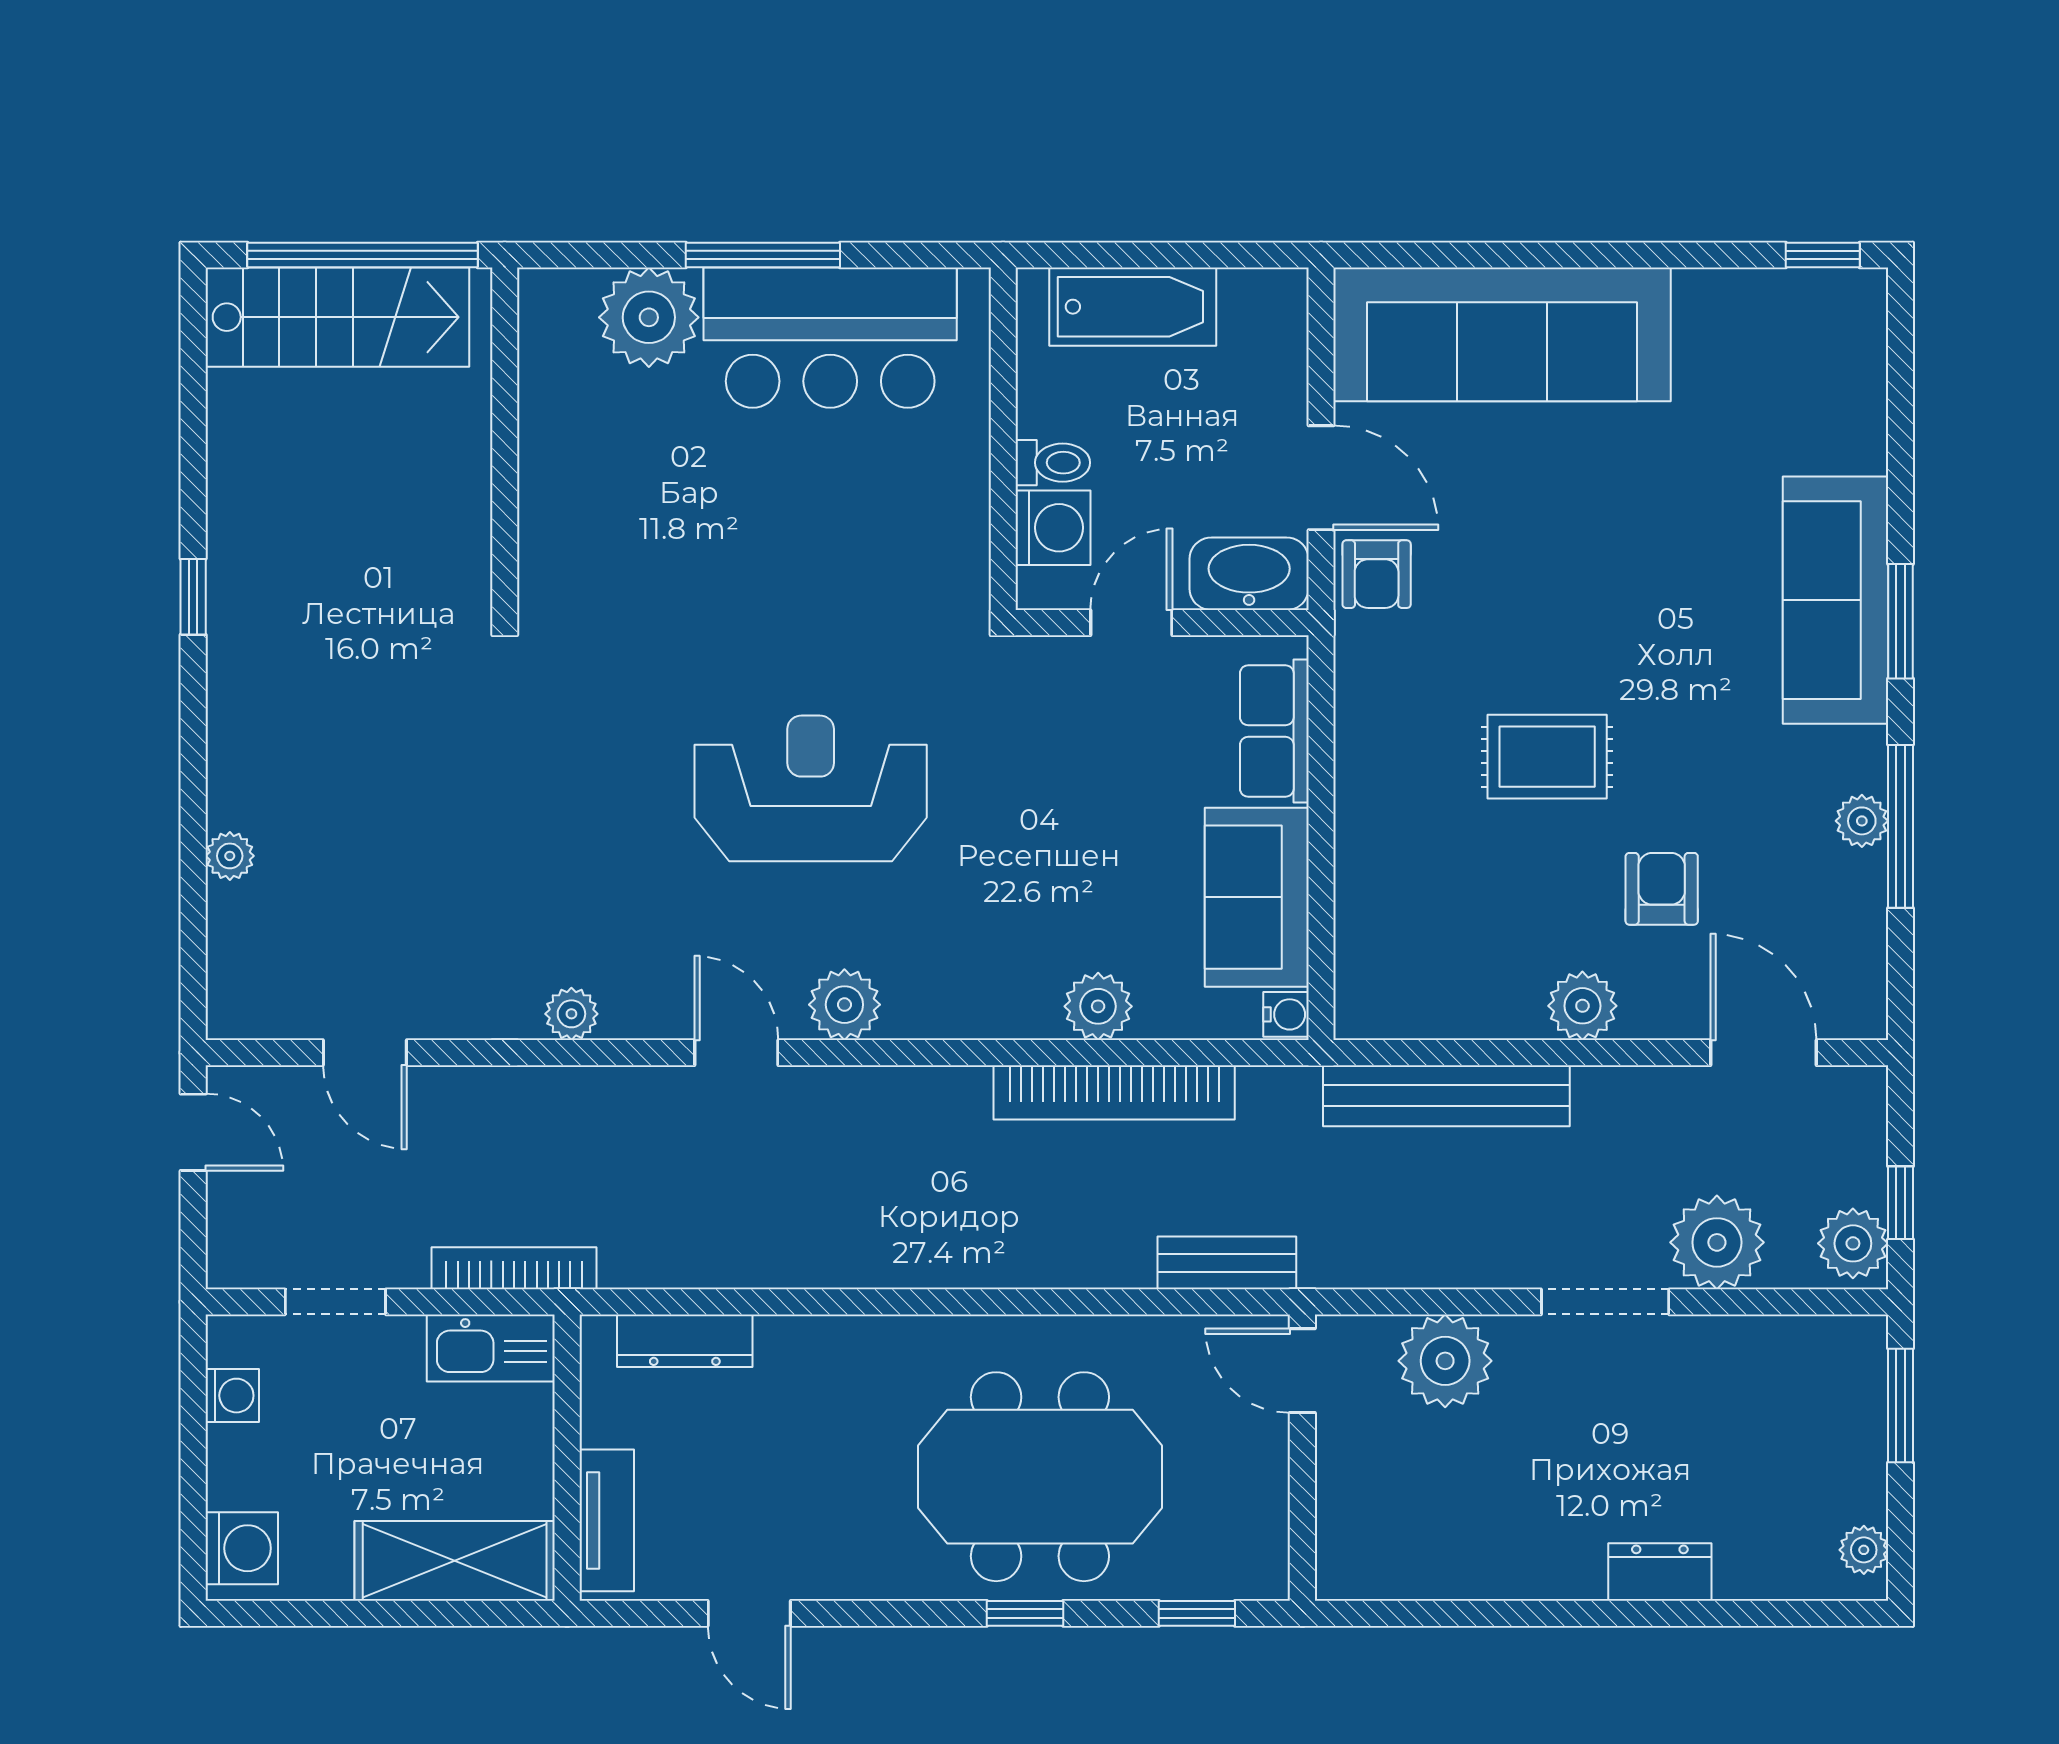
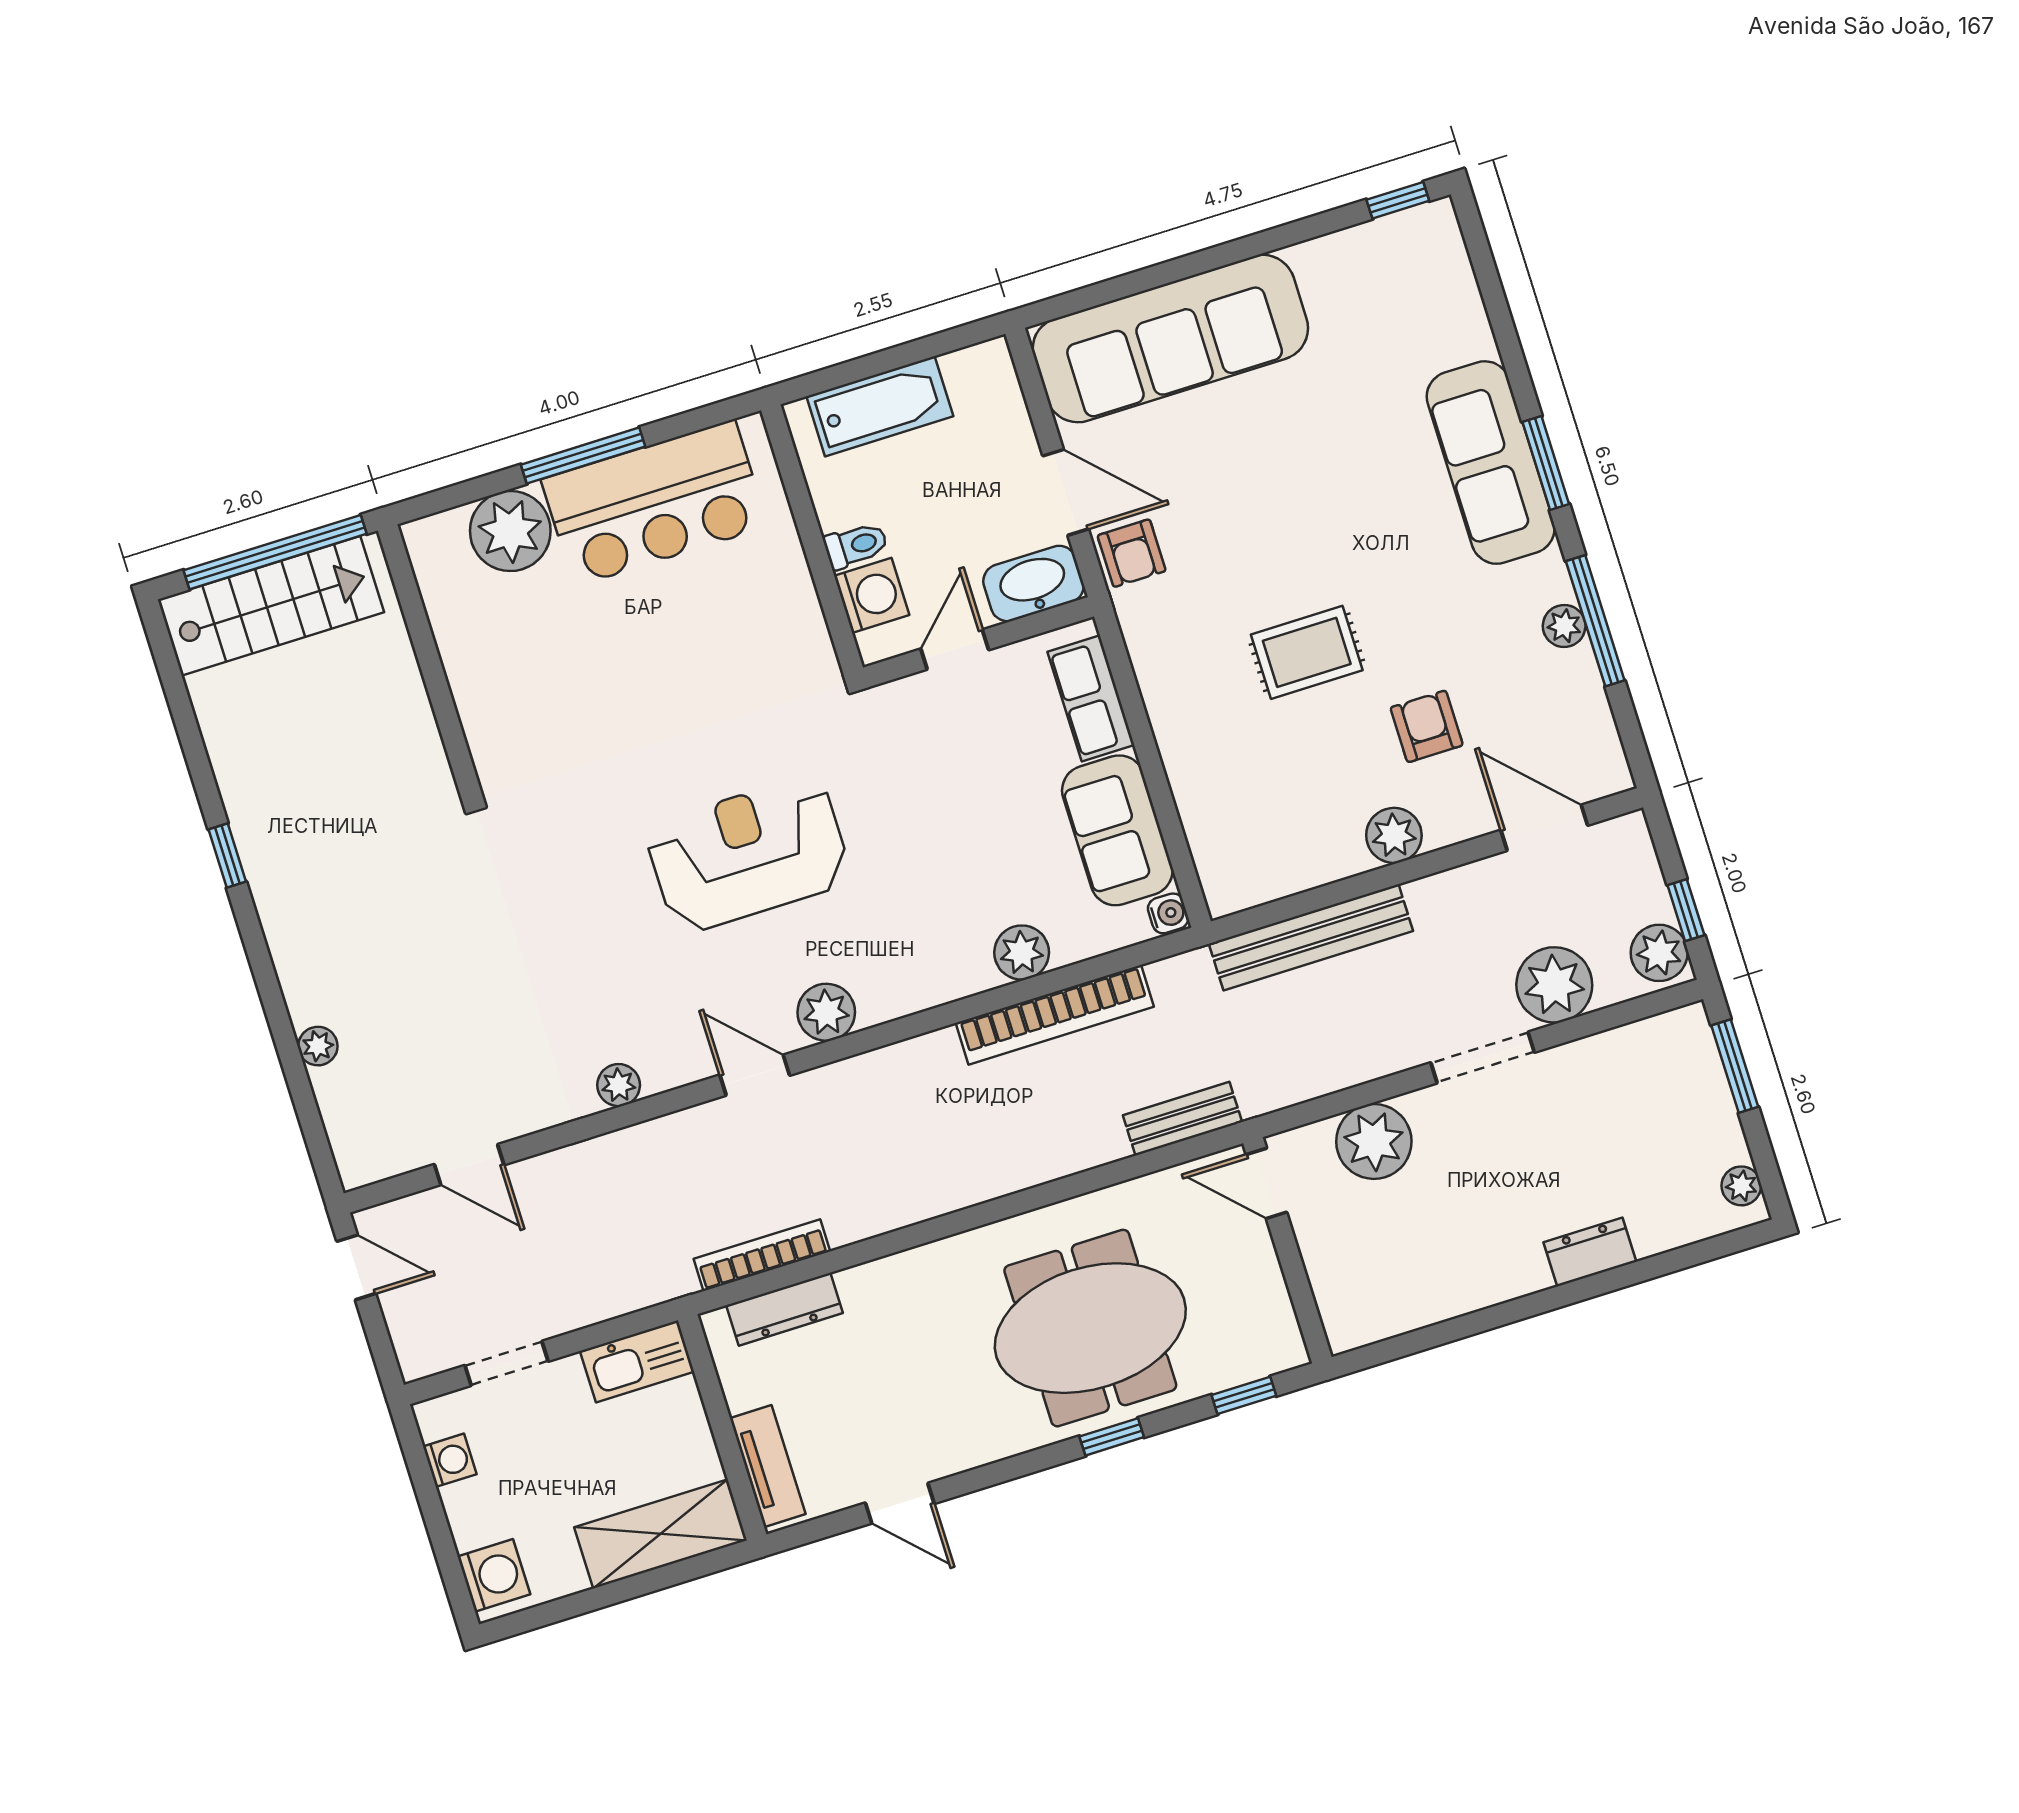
bookcase: (514, 1268) -> (762, 1255), moved

